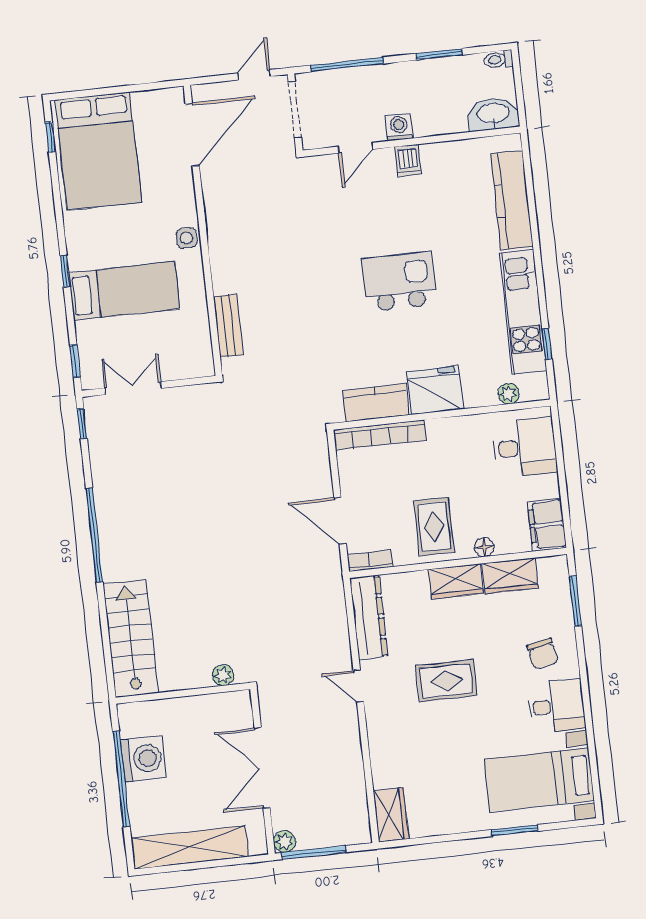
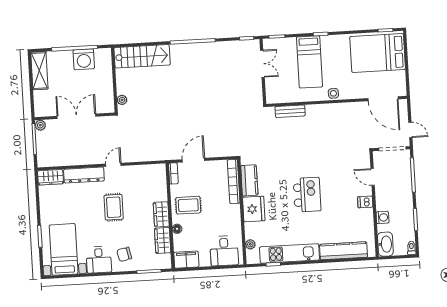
washing machine: (399, 127) -> (383, 217), moved
dresser: (369, 617) -> (84, 175), moved
shelving: (190, 847) -> (39, 71), width x0.68

